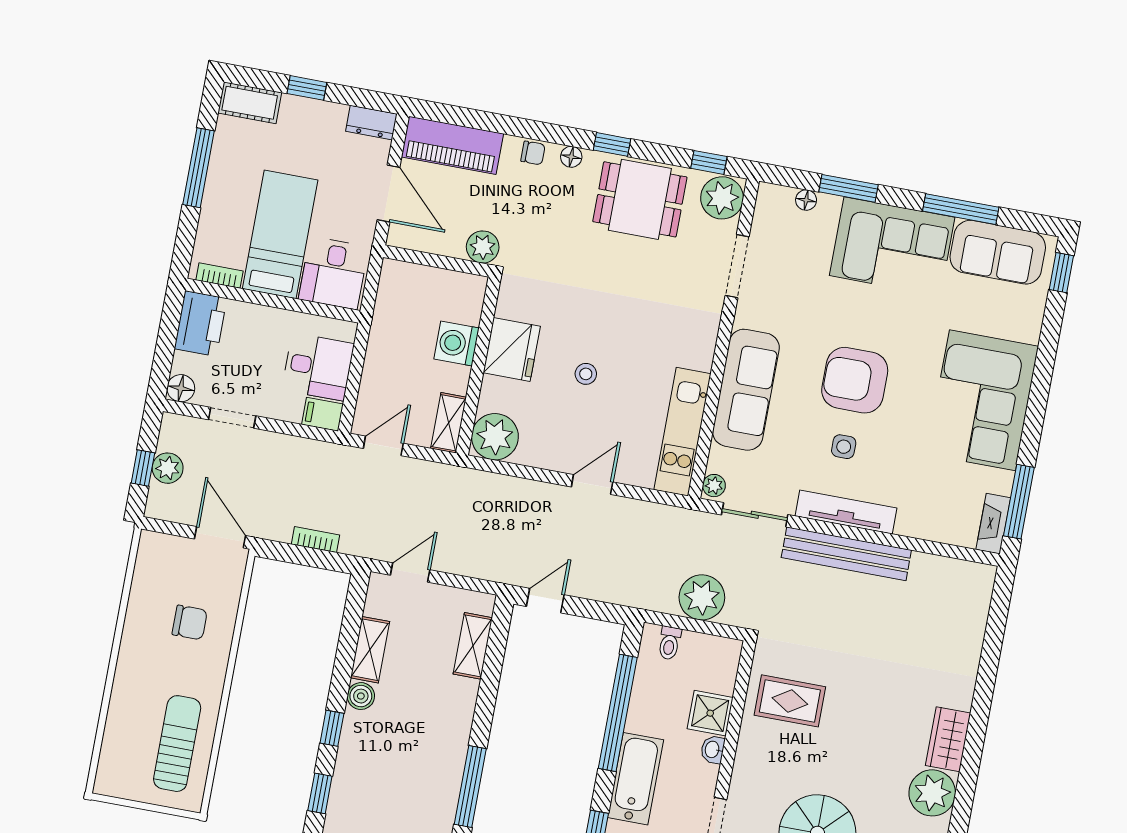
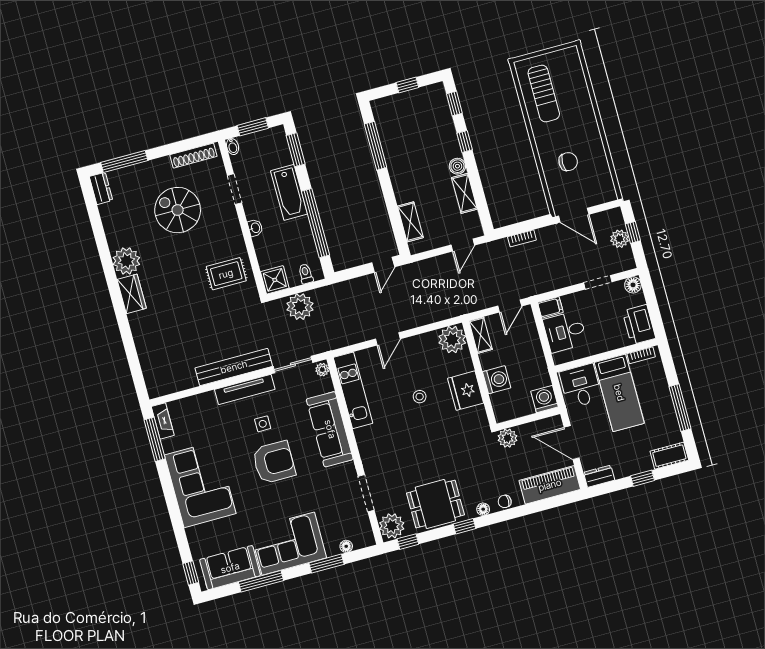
washing machine: (398, 279) -> (545, 399), added
chair: (190, 622) -> (568, 162), turned 180
shower: (710, 713) -> (275, 280), moved

